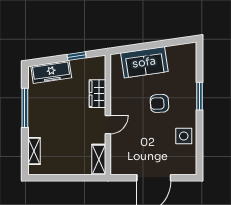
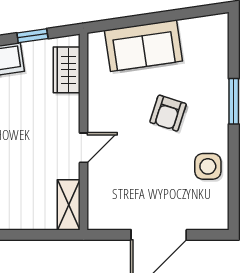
wardrobe: (97, 94) -> (67, 70), moved
armchair: (159, 103) -> (168, 113), turned -69

